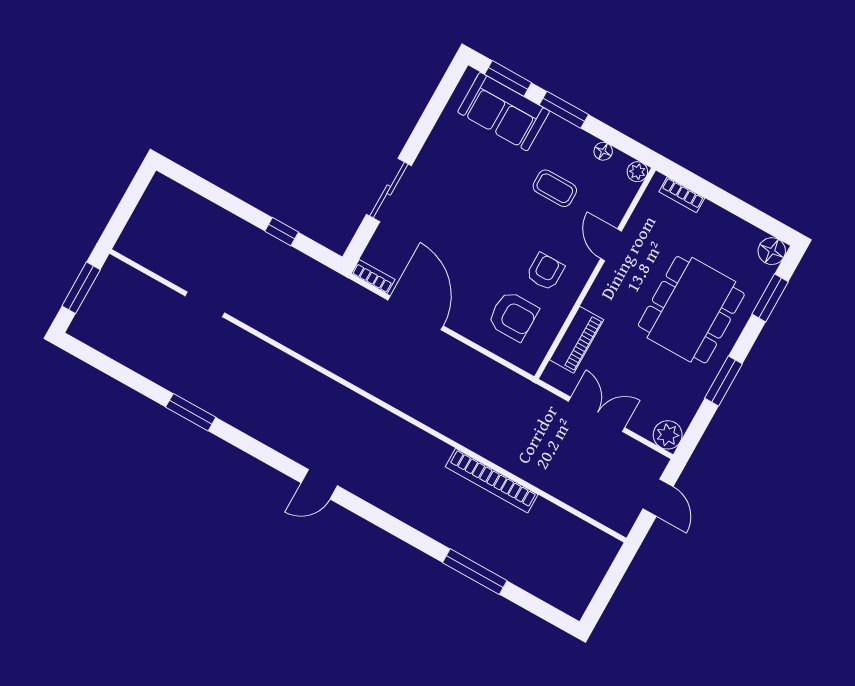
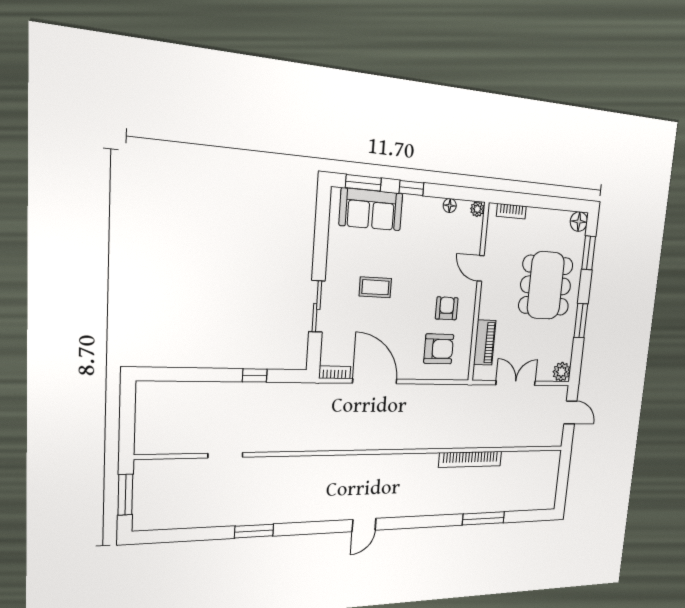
window: (564, 110) -> (411, 188), width x0.67
coffee table: (555, 188) -> (375, 287), moved

